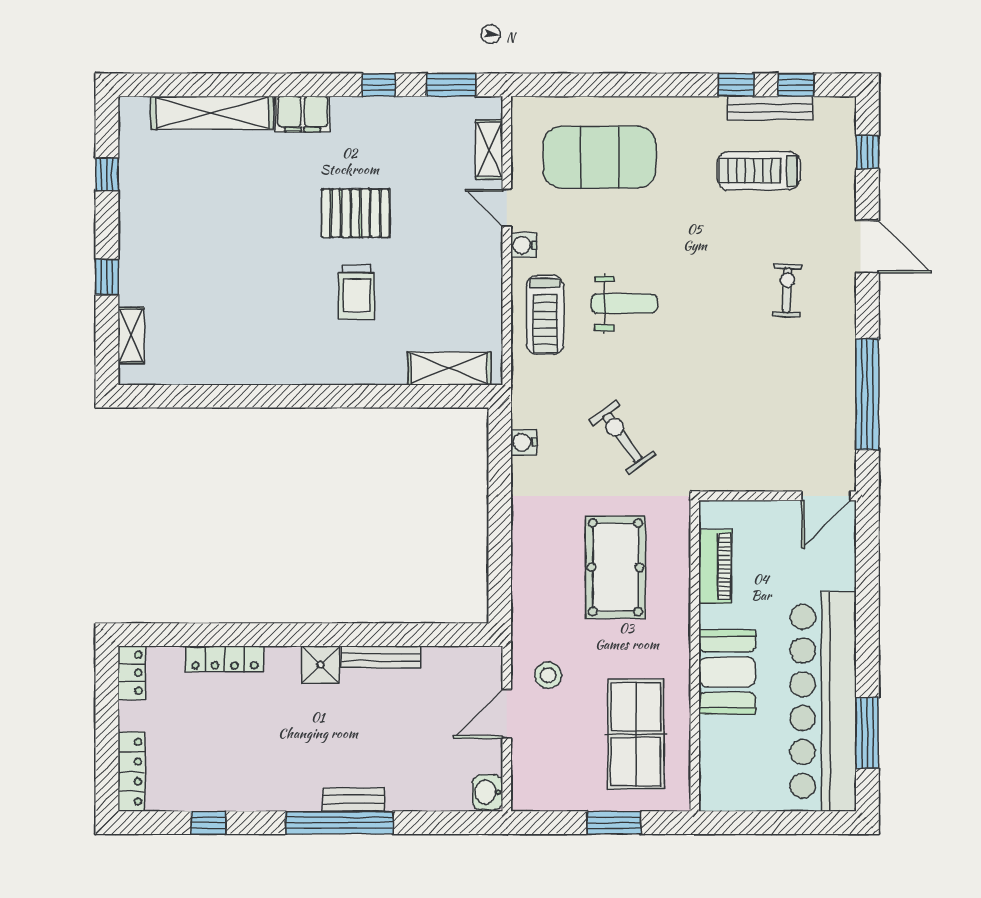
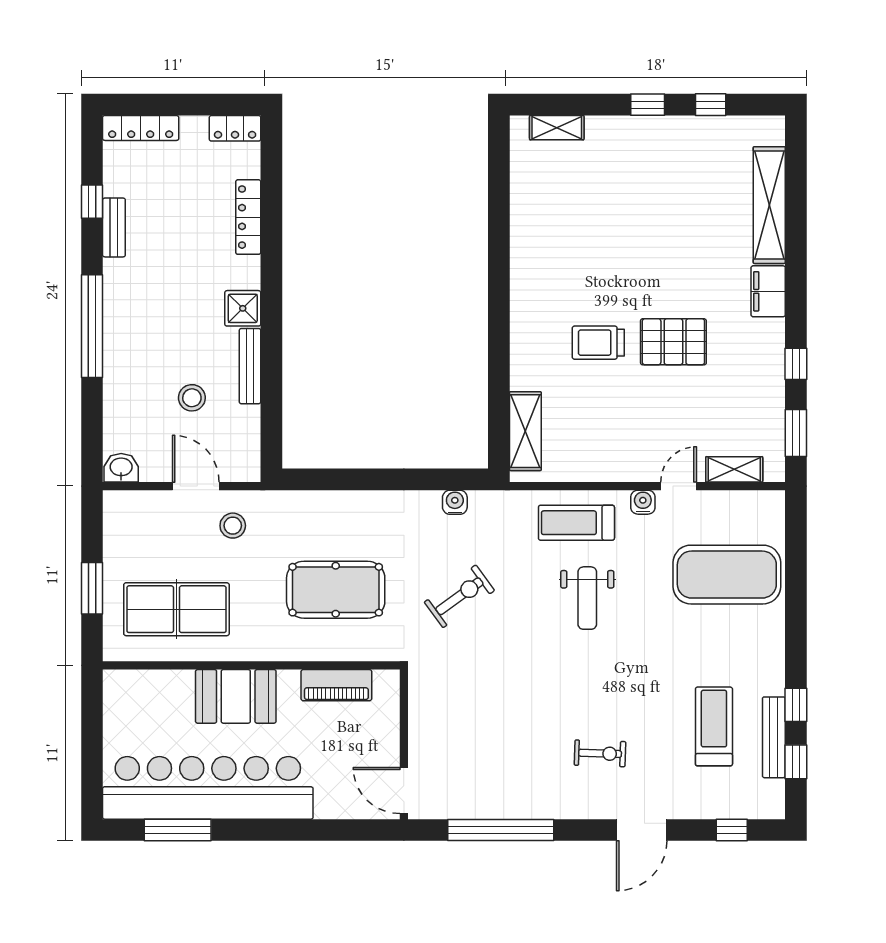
exercise mat: (600, 157) -> (727, 575), turned 90
pallet: (356, 213) -> (673, 342), turned 90
window: (107, 277) -> (648, 105), moved
stool: (414, 718) -> (192, 398), added
bench: (354, 800) -> (114, 227), moved

